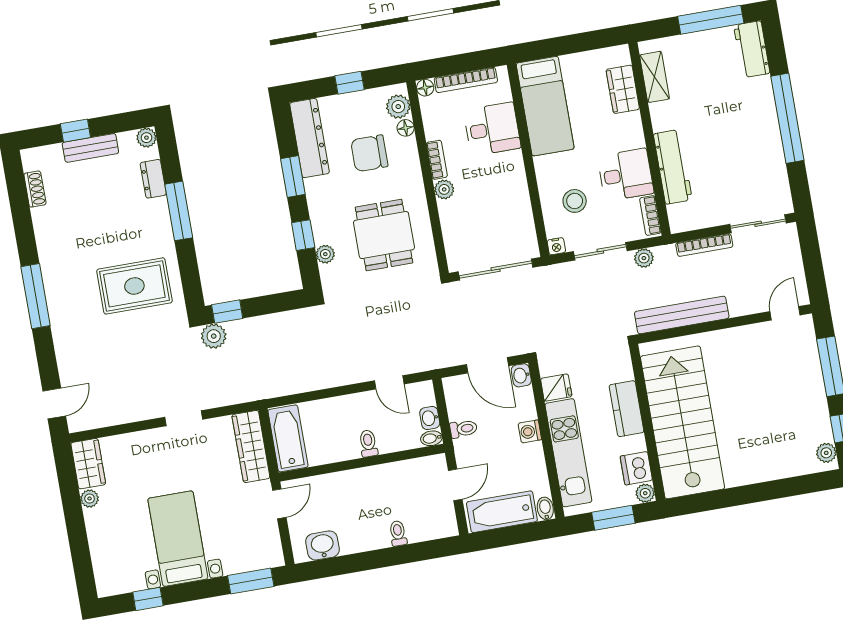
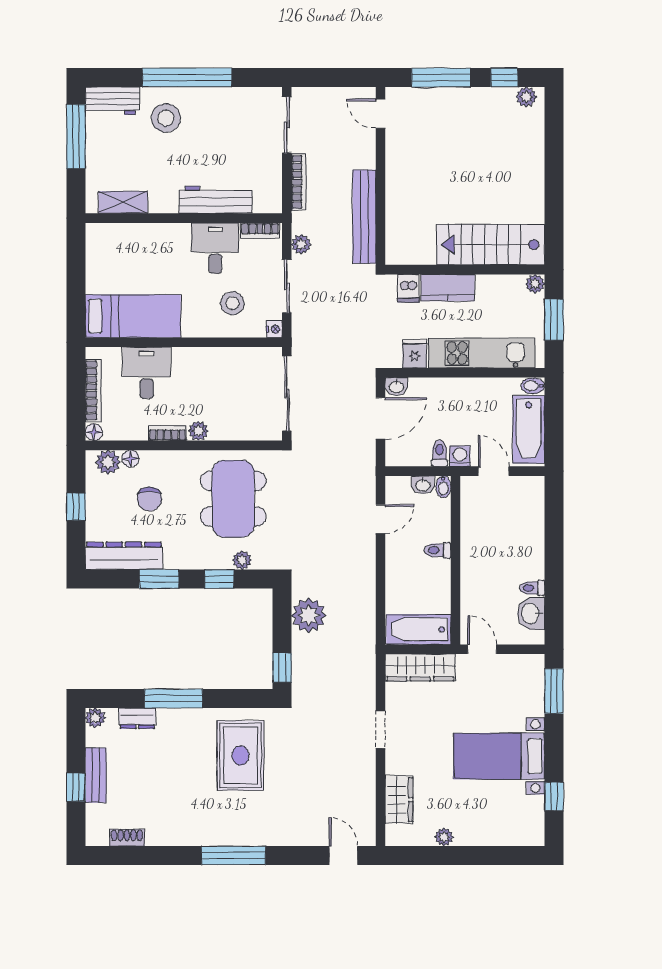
wardrobe: (623, 89) -> (130, 236), removed
stool: (744, 104) -> (166, 118), added
chair: (369, 153) -> (149, 499), width x0.73, depth x0.73
dining table: (384, 235) -> (233, 499), width x1.38
plant: (214, 336) -> (309, 615), moved, width x1.36, depth x1.36
stairs: (683, 422) -> (491, 245), width x0.73, depth x0.66
washing machine: (530, 431) -> (460, 456), moved, turned 180
wardrobe: (88, 464) -> (399, 800), moved, turned 90
dishwasher: (636, 468) -> (408, 288), moved, width x0.73
toilet: (398, 533) -> (532, 588), moved

